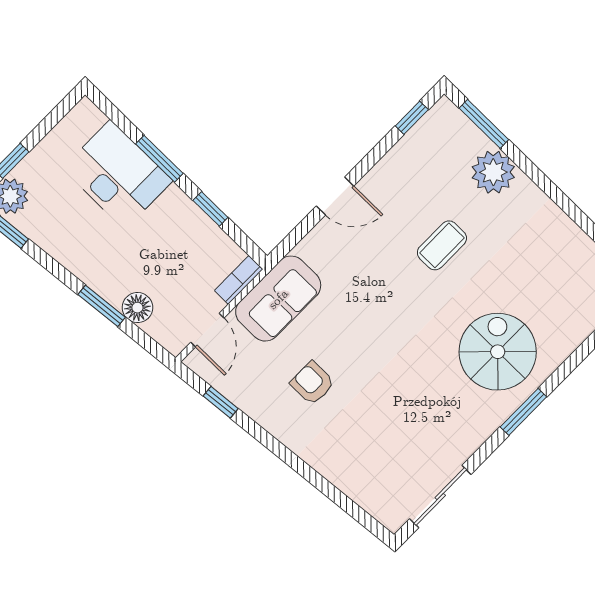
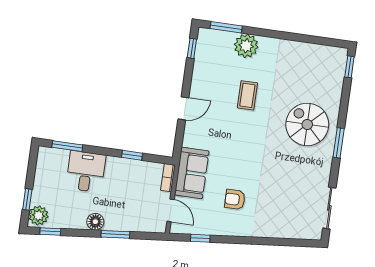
window: (159, 159) -> (67, 146), moved
desk: (117, 175) -> (86, 172), width x0.73
floor lamp: (137, 308) -> (95, 222), moved

